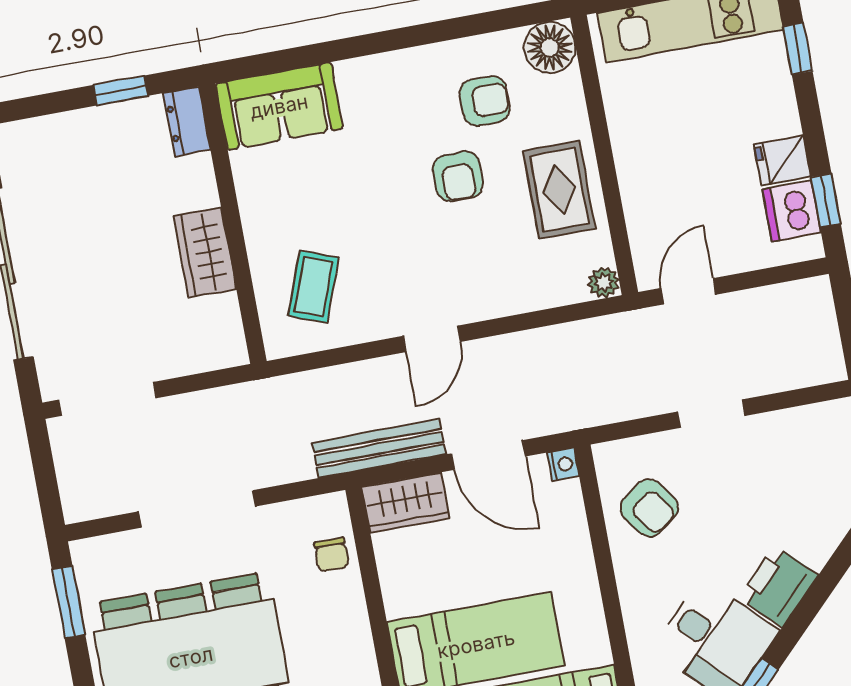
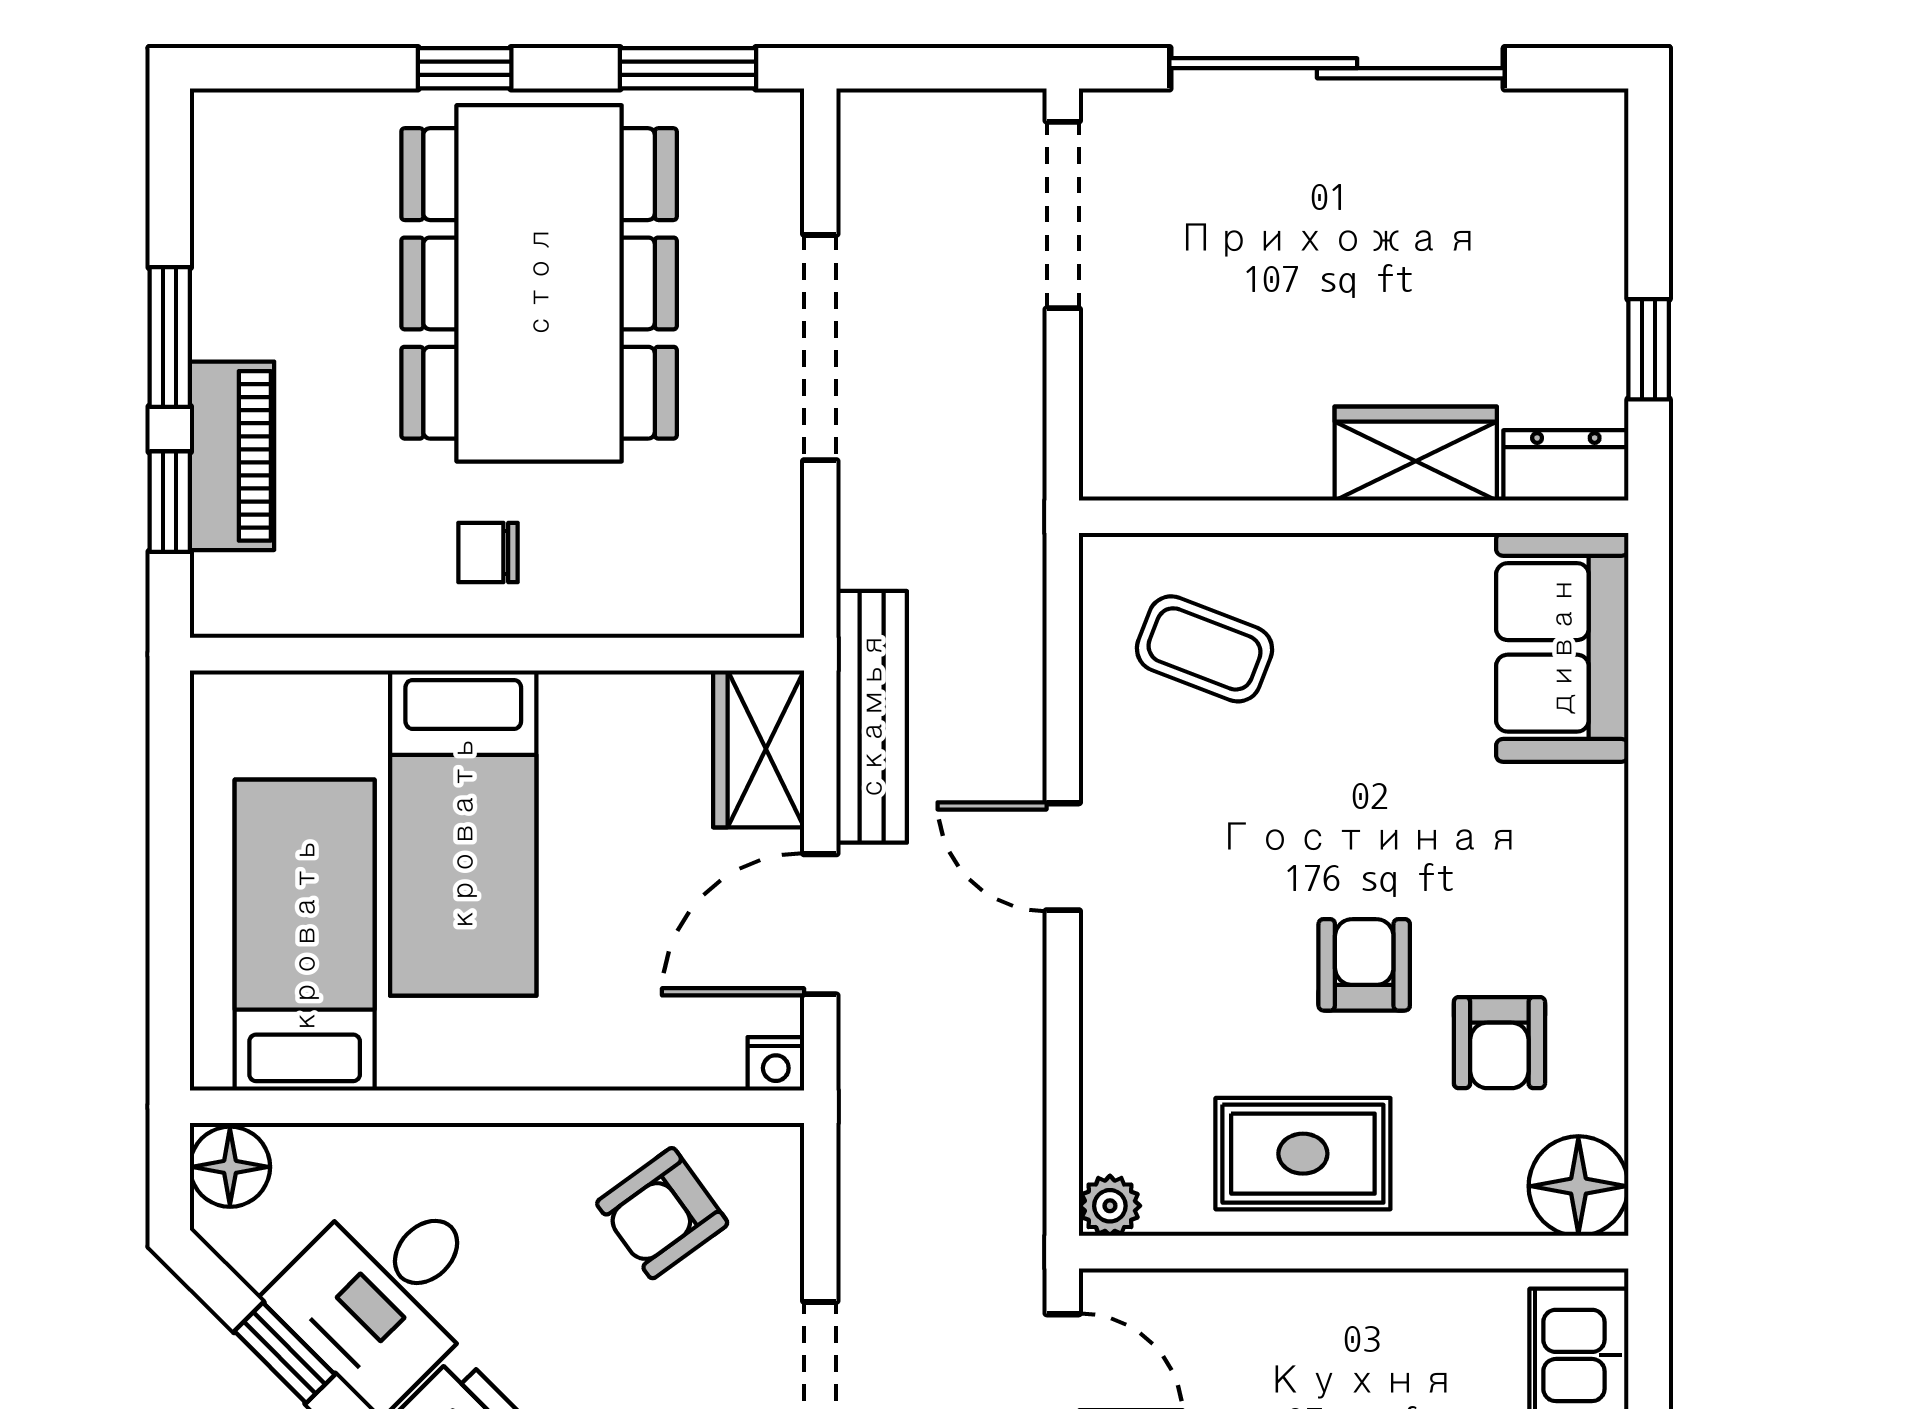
armchair: (458, 176) -> (1364, 965), turned 90
wardrobe: (205, 252) -> (1416, 454), moved
chair: (332, 555) -> (488, 552), moved

